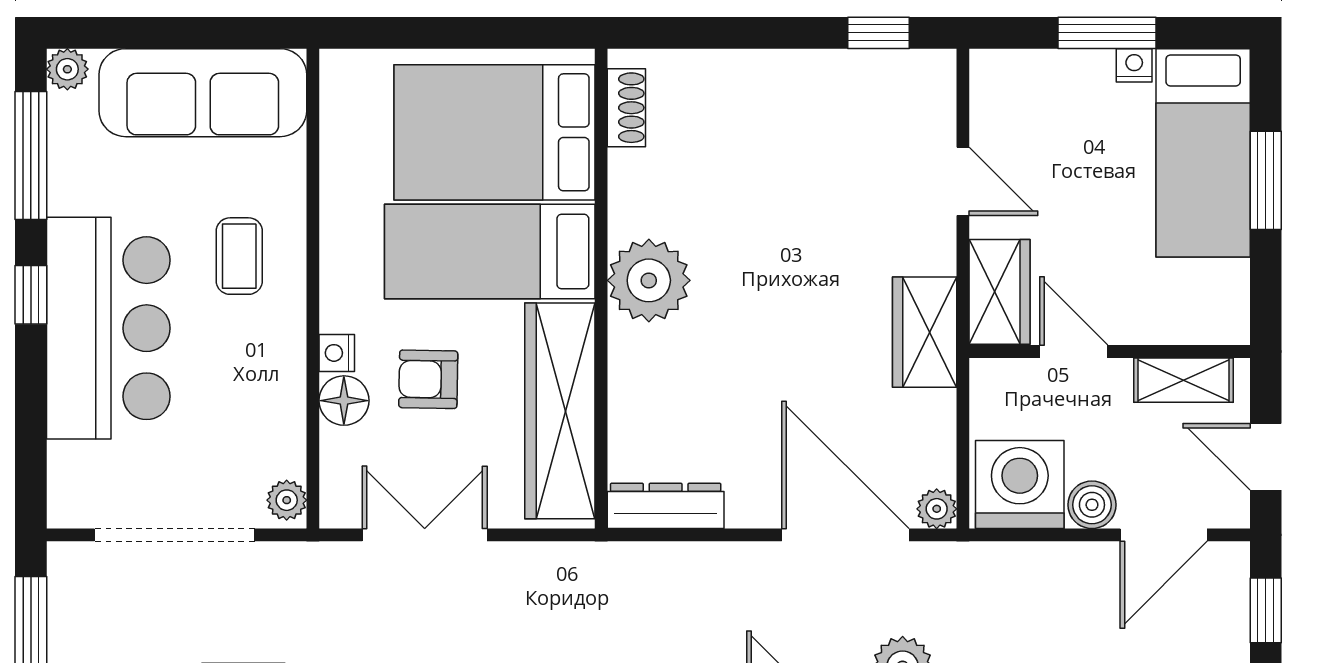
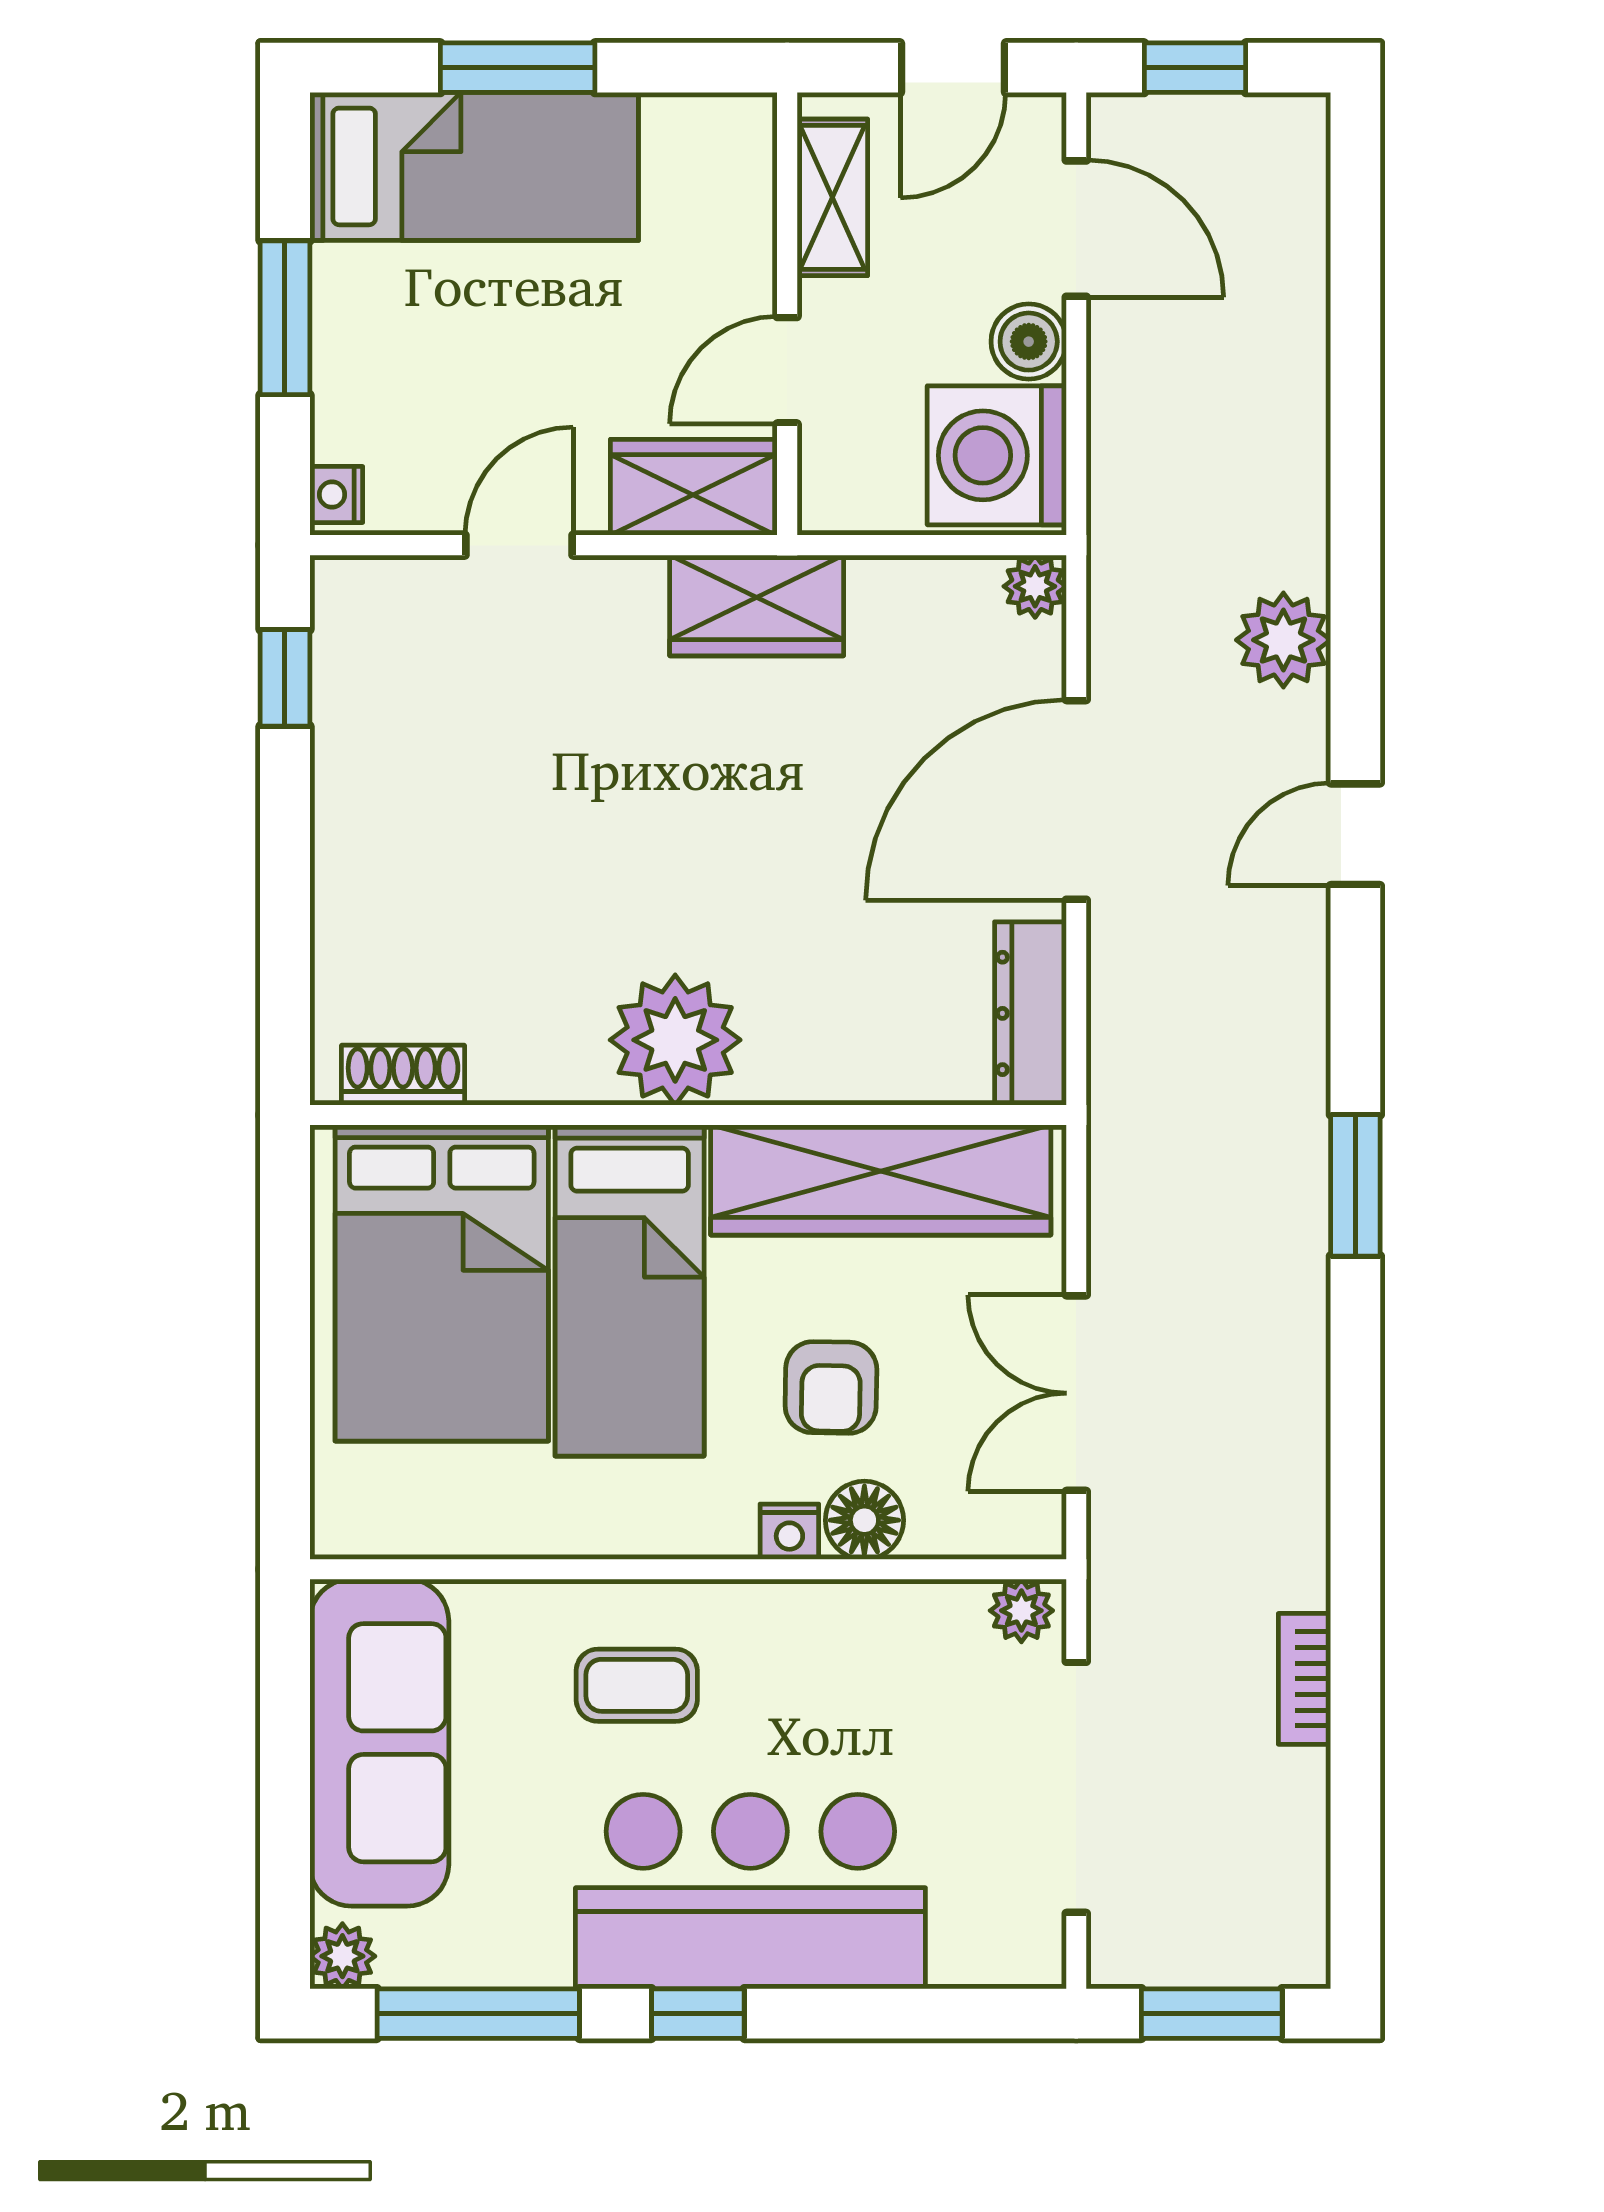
nightstand: (1134, 65) -> (336, 495), moved
door: (845, 535) -> (1076, 800), moved

